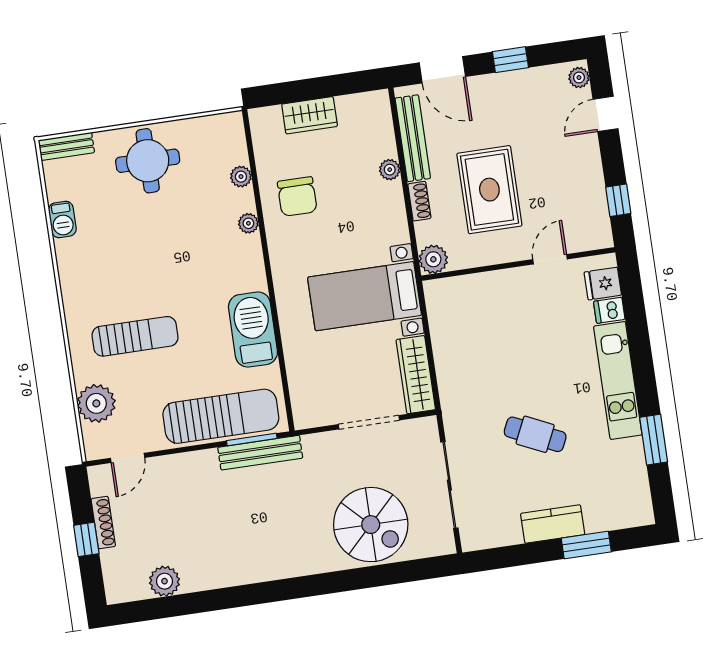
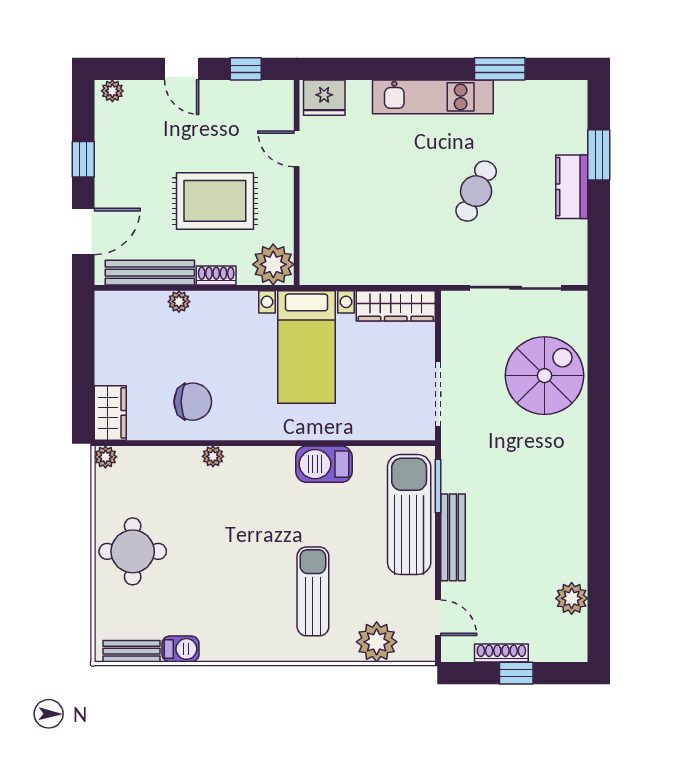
door: (606, 114) -> (182, 69), moved
wardrobe: (310, 115) -> (110, 413), moved
bench: (66, 146) -> (131, 651), moved, turned 90
plant: (241, 177) -> (105, 457), moved
plant: (433, 259) -> (273, 264), width x1.36, depth x1.36
fridge: (603, 284) -> (324, 98), width x1.38
dishwasher: (609, 310) -> (359, 95), removed
barbecue: (253, 330) -> (324, 464), width x0.73, depth x0.83
doorway: (369, 422) -> (438, 394), moved
bench: (260, 453) -> (453, 537), moved

